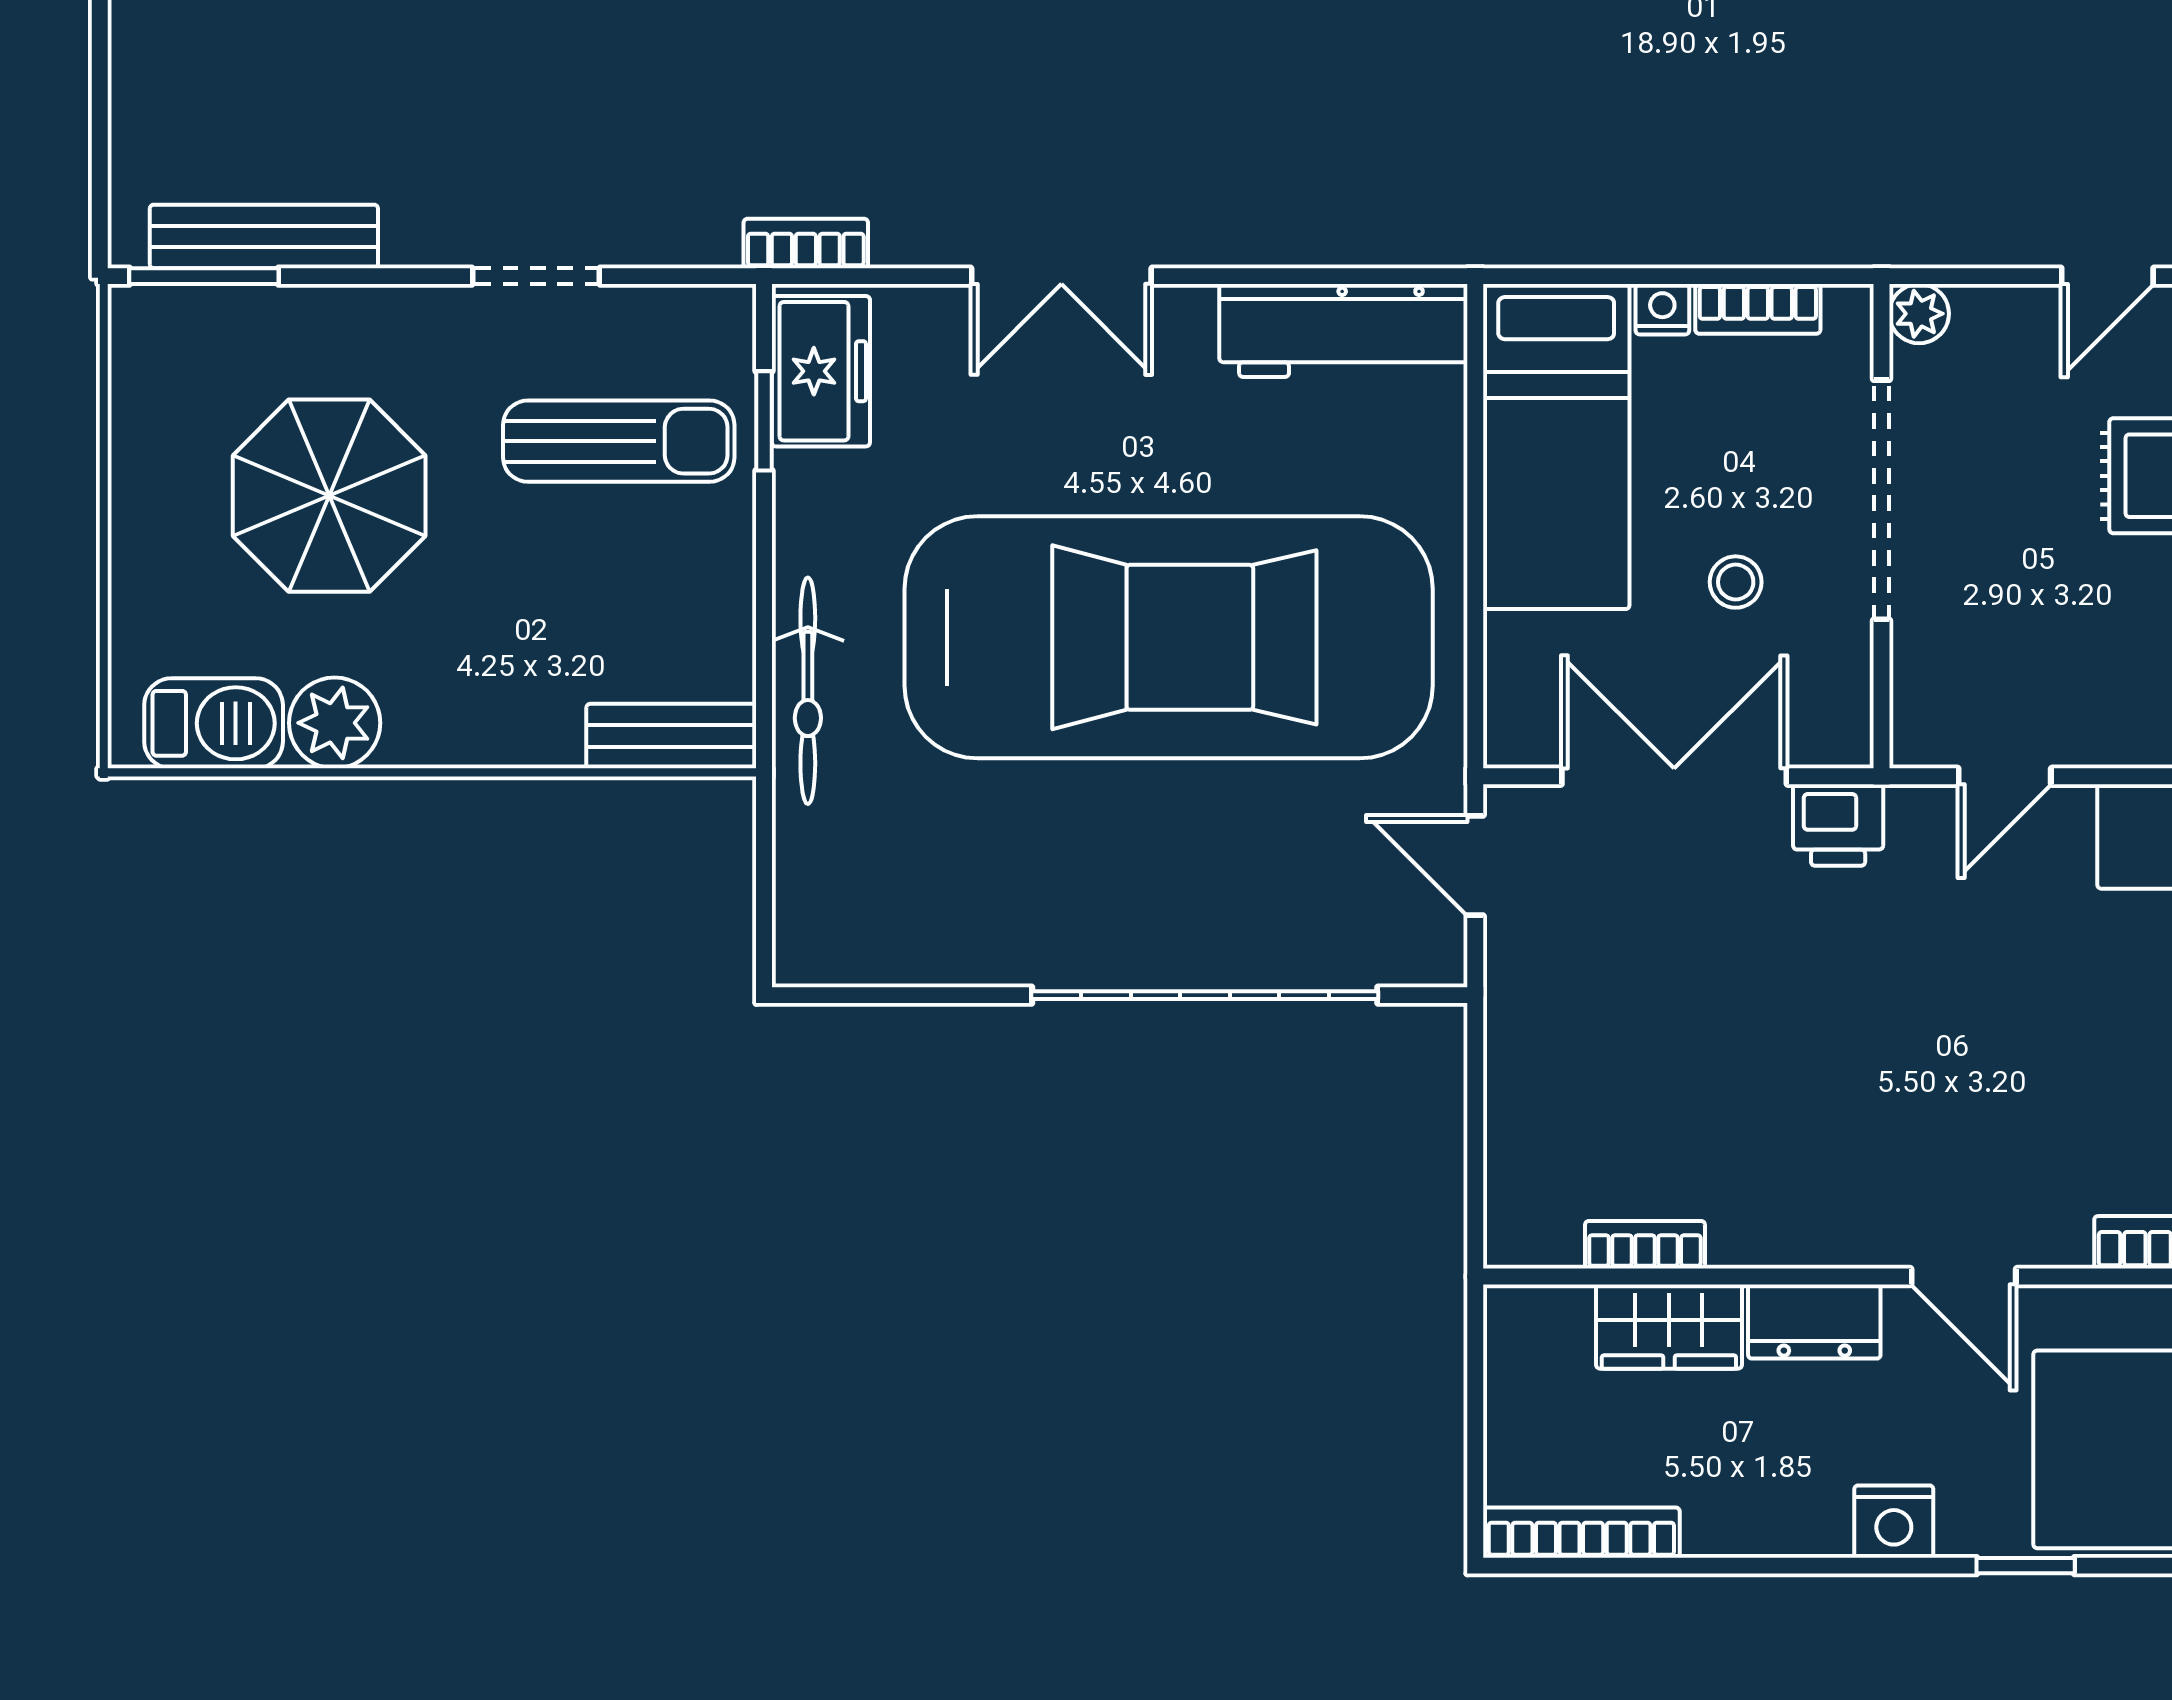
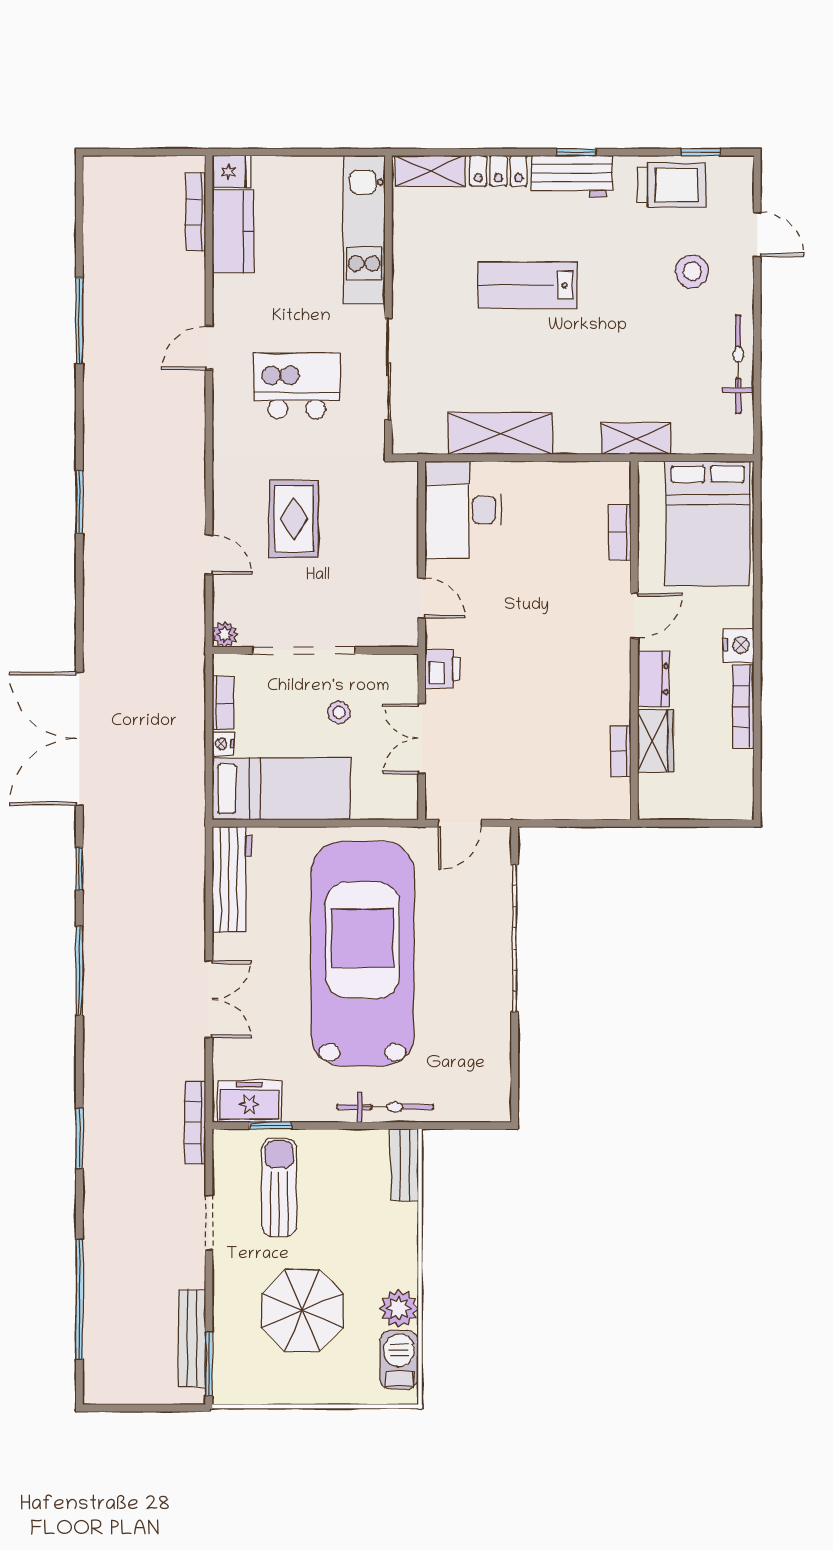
bookcase: (806, 243) -> (195, 1123), width x1.56
double door: (1674, 776) -> (422, 739), width x0.73
bookcase: (1581, 1533) -> (743, 706), moved
window: (2026, 1566) -> (757, 589), removed

